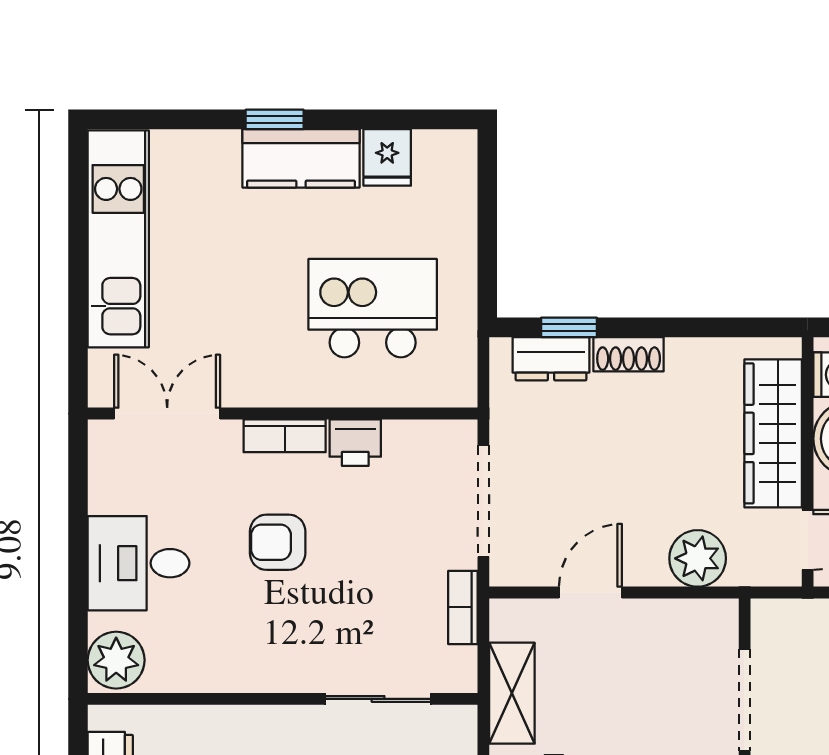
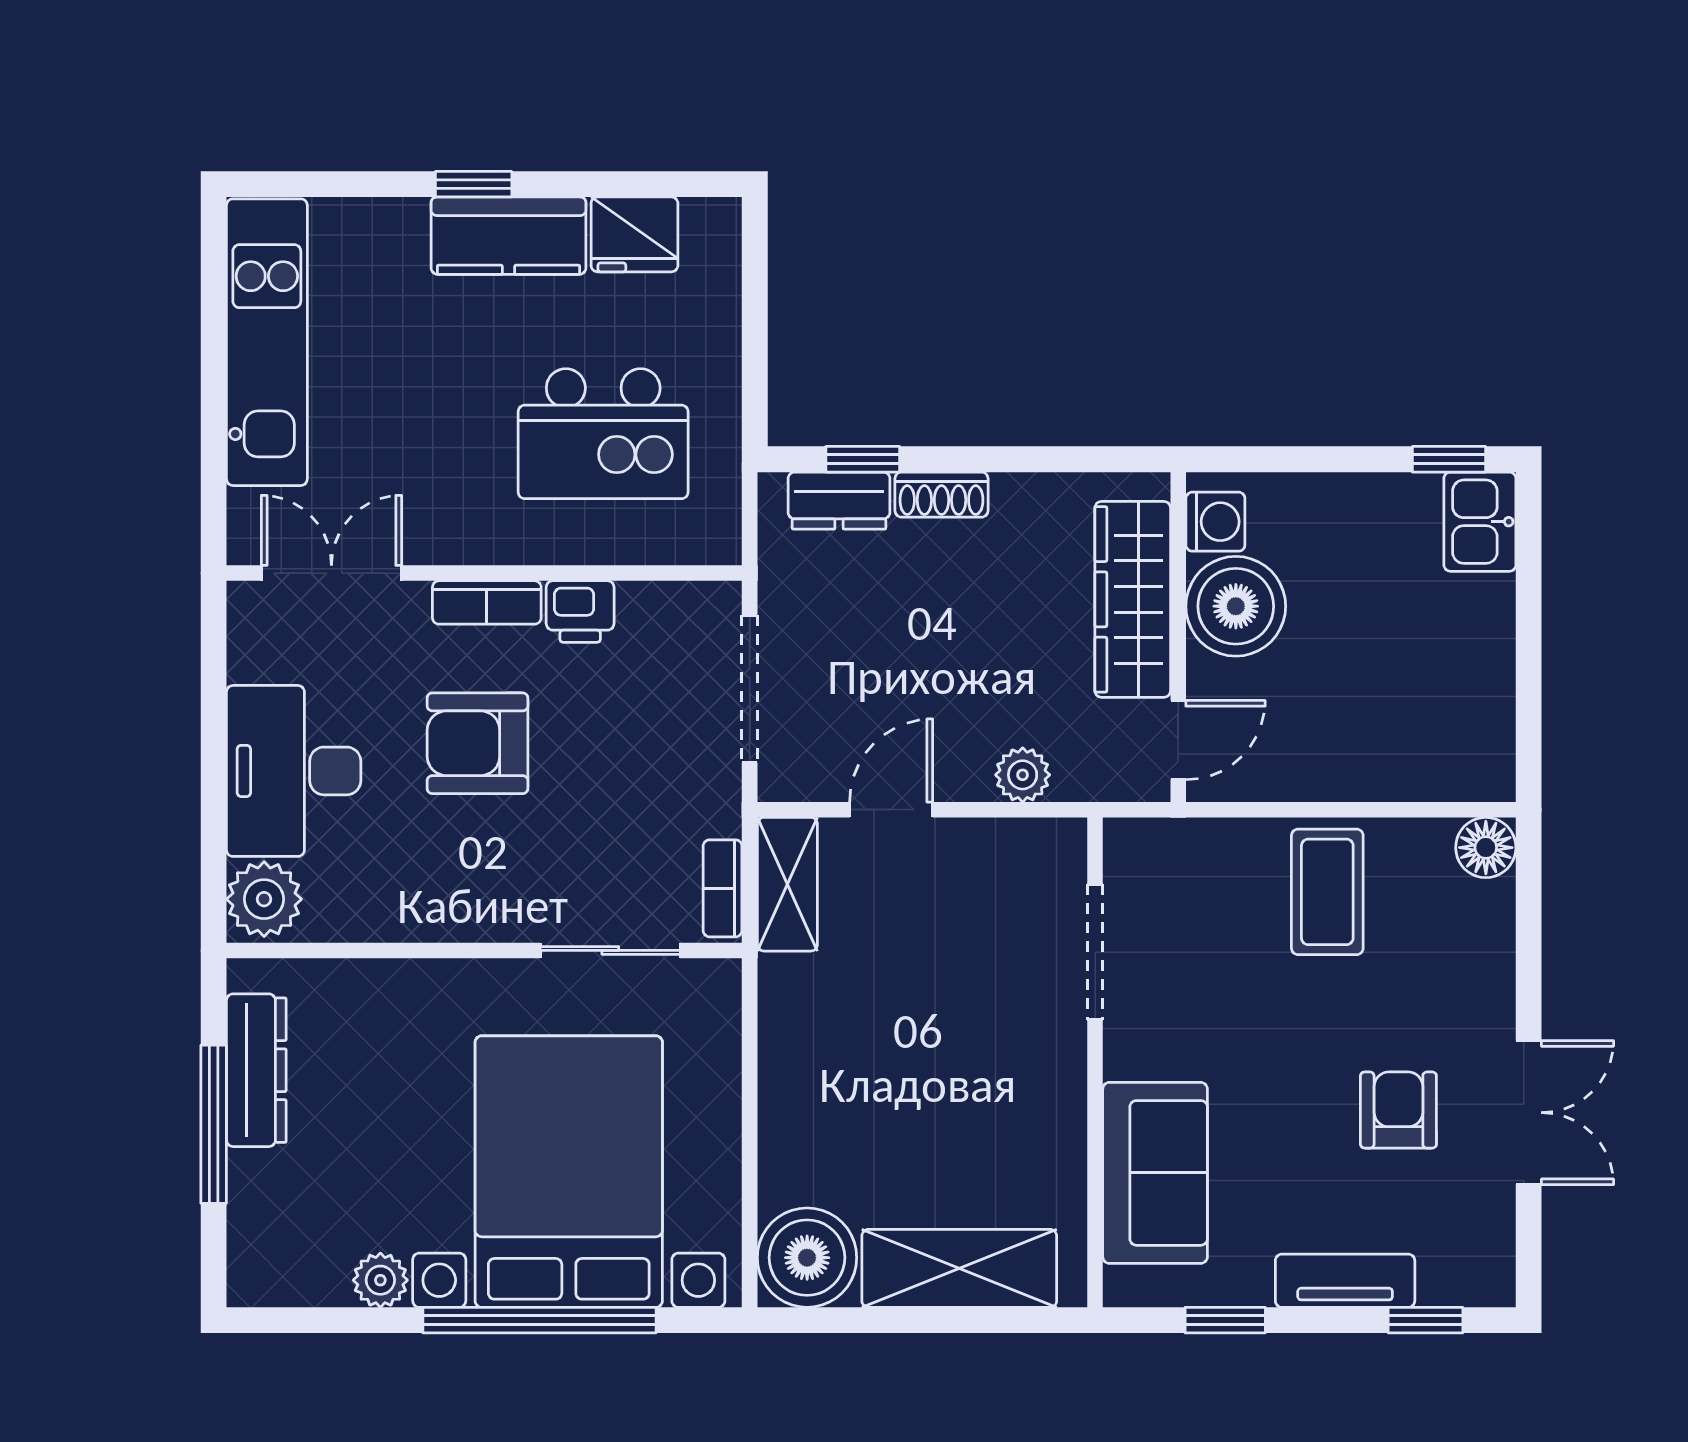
fridge: (387, 157) -> (634, 234), width x1.38
kitchen island: (373, 308) -> (603, 434), turned 180
armchair: (278, 542) -> (478, 743), width x1.38, depth x1.38
plant: (698, 558) -> (1023, 775), width x0.73, depth x0.73
desk: (139, 563) -> (294, 771), width x1.37
bookcase: (463, 607) -> (723, 888), moved
shelving: (512, 693) -> (787, 884), moved

